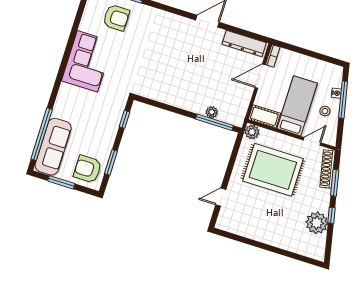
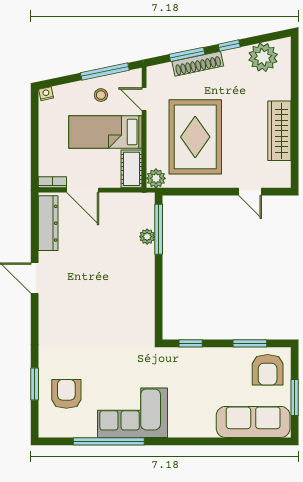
nightstand: (336, 93) -> (46, 94), moved
window: (343, 100) -> (105, 72), moved
window: (42, 134) -> (109, 441), moved
shoe rack: (327, 169) -> (198, 64), moved
plant: (317, 223) -> (263, 57), moved
wardrobe: (258, 232) -> (279, 131), added

